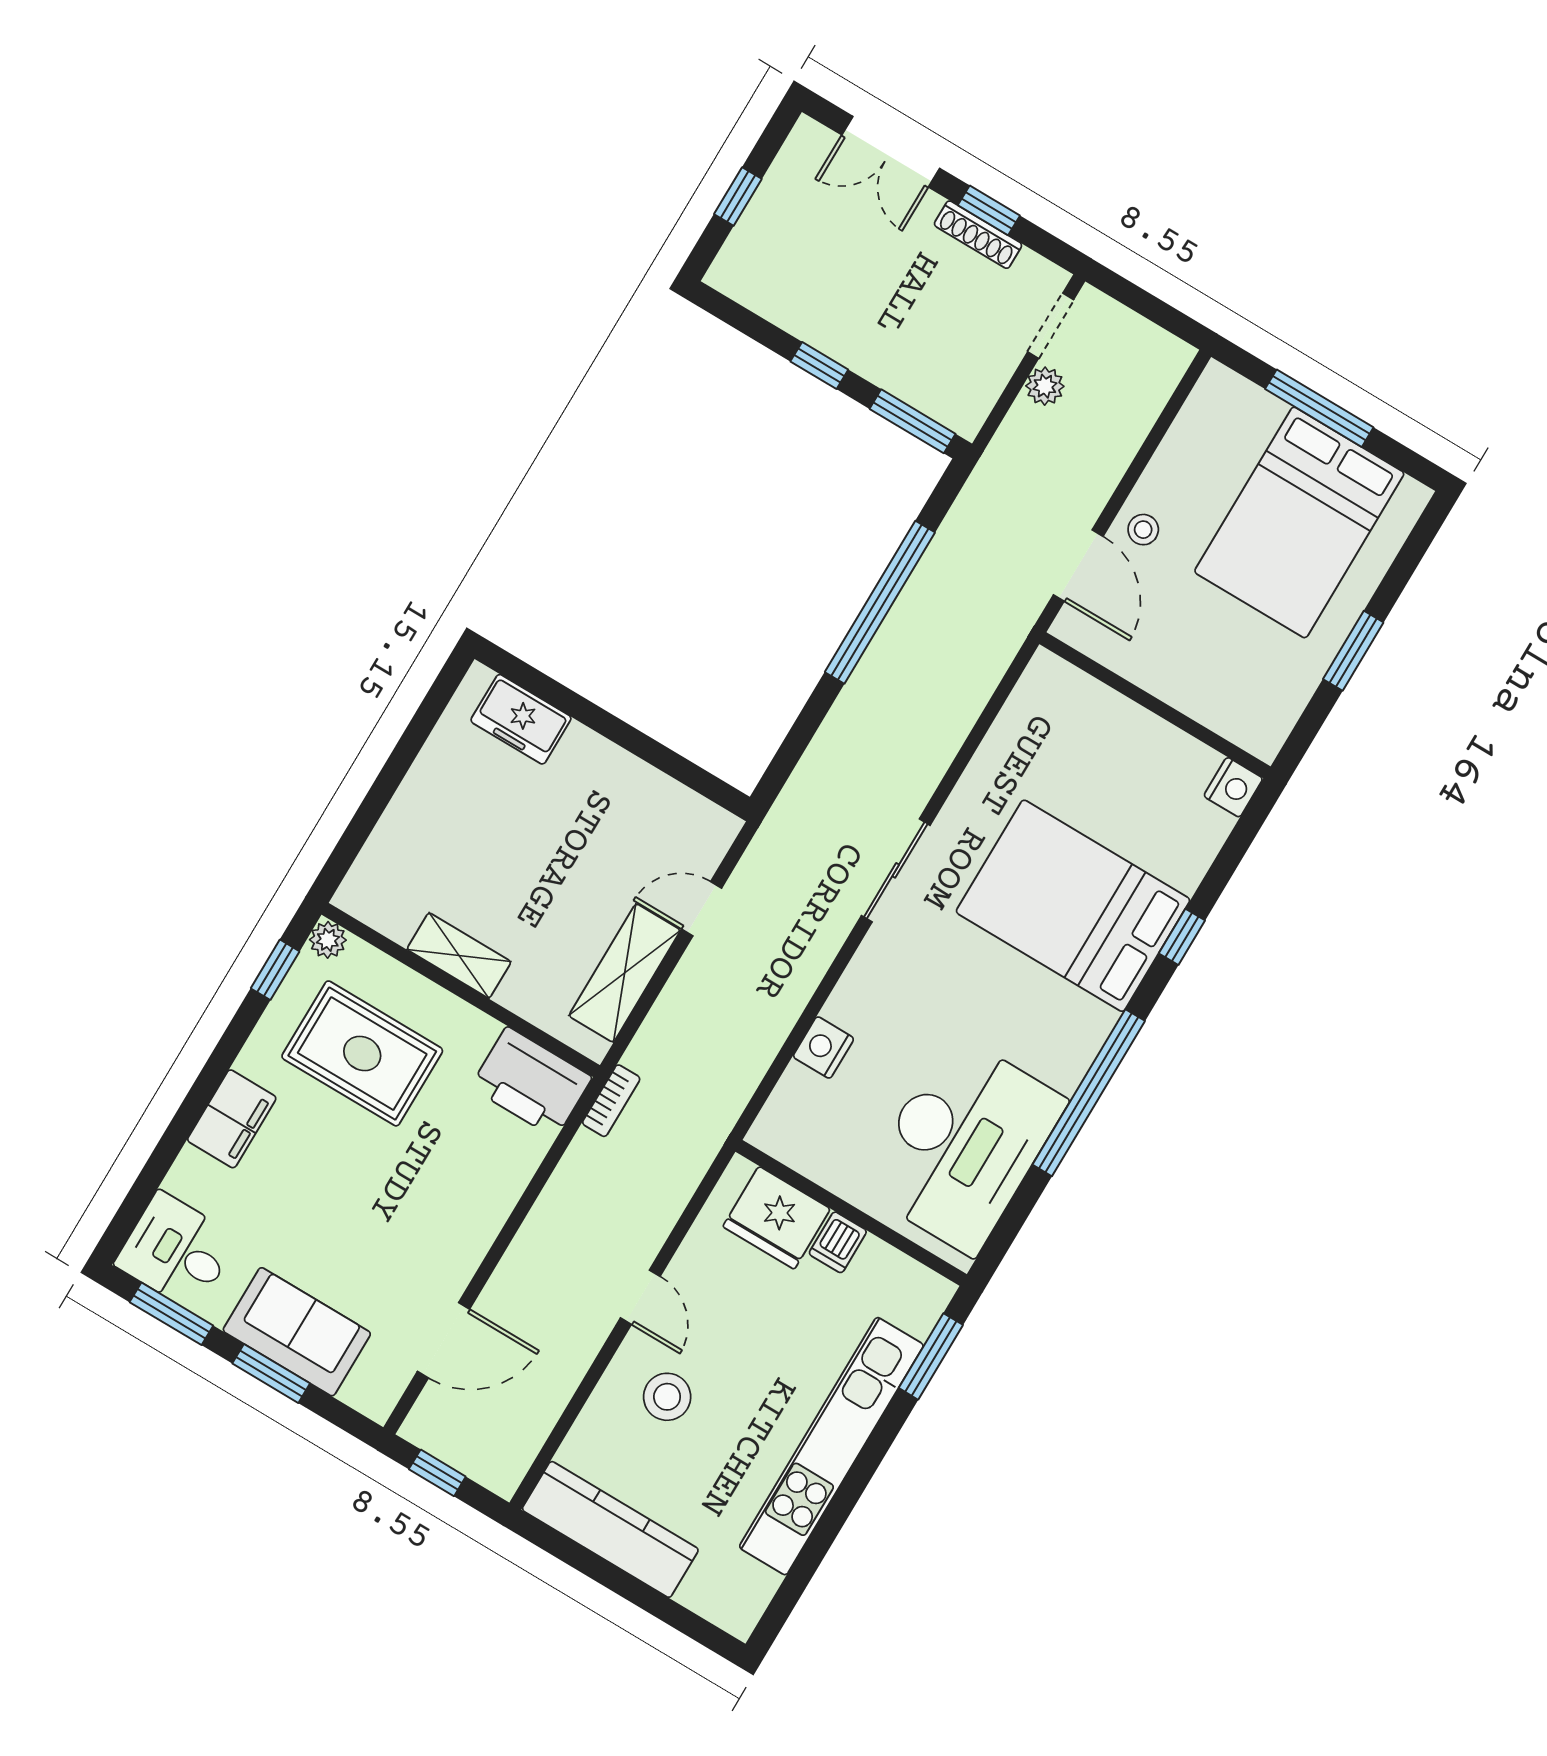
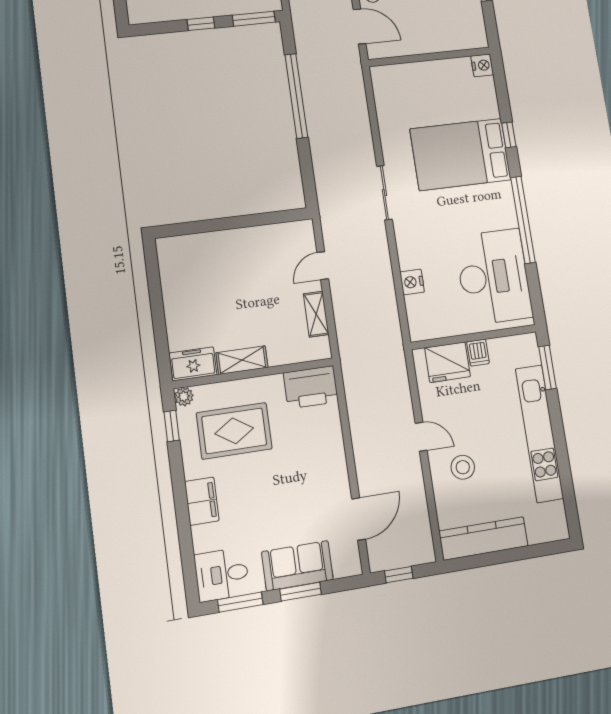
freezer: (521, 719) -> (193, 364), moved, turned 180
shelving: (625, 973) -> (316, 314), width x0.67, depth x0.75
bookcase: (611, 1101) -> (348, 369), removed

